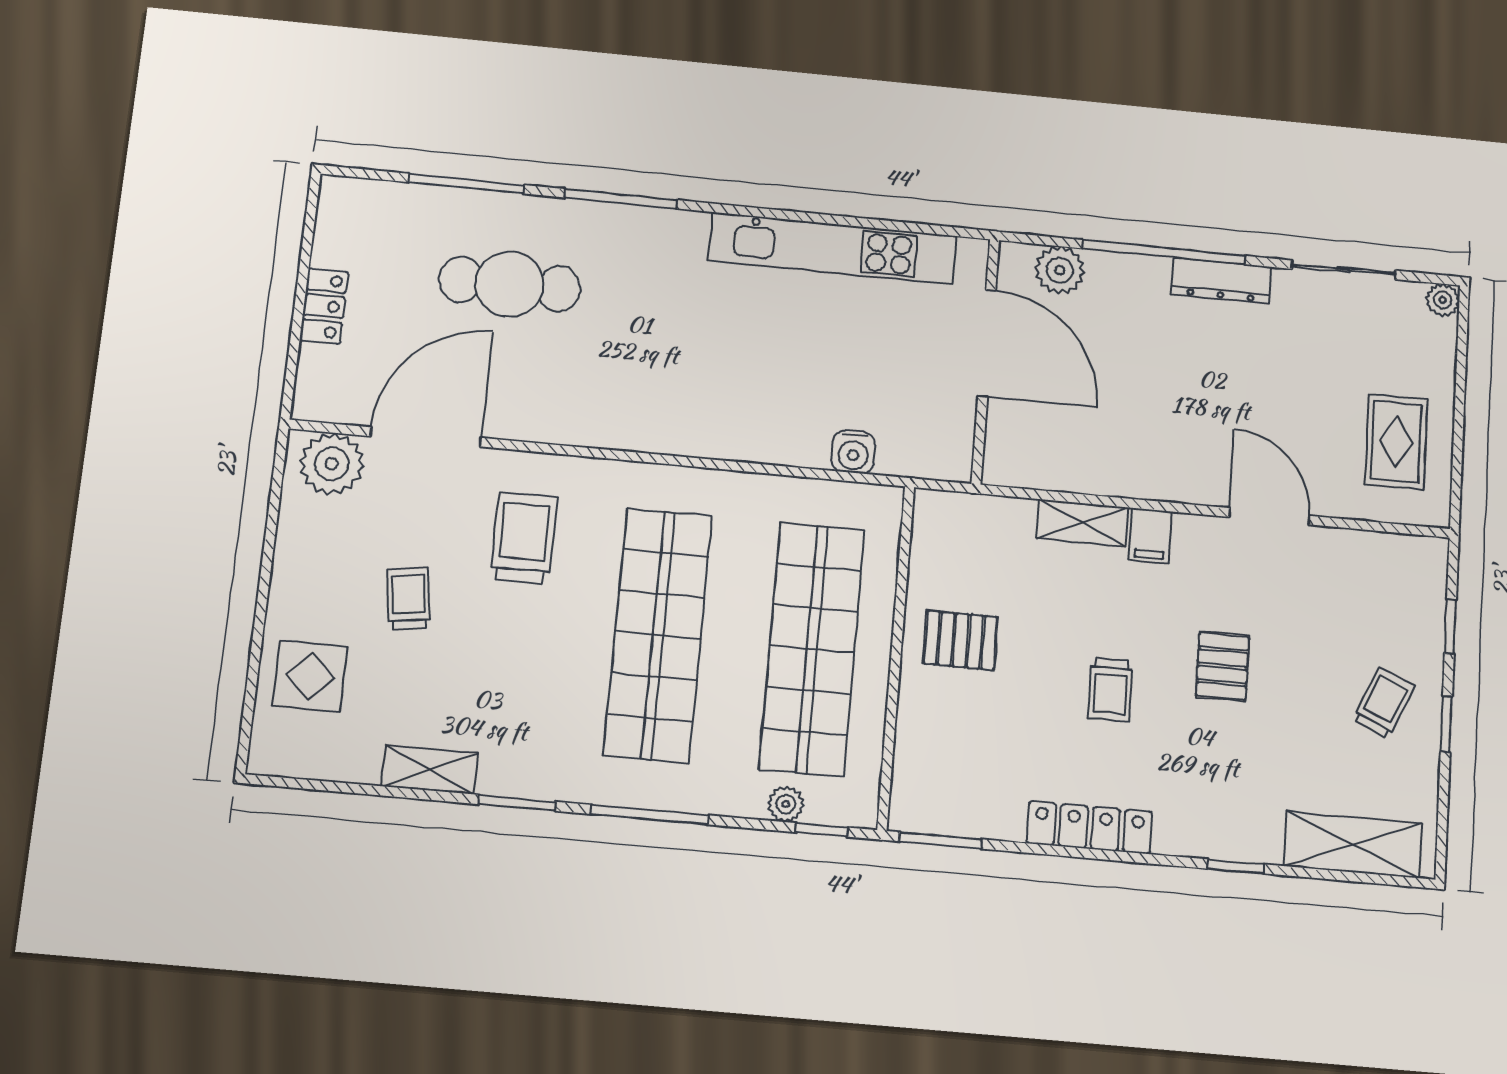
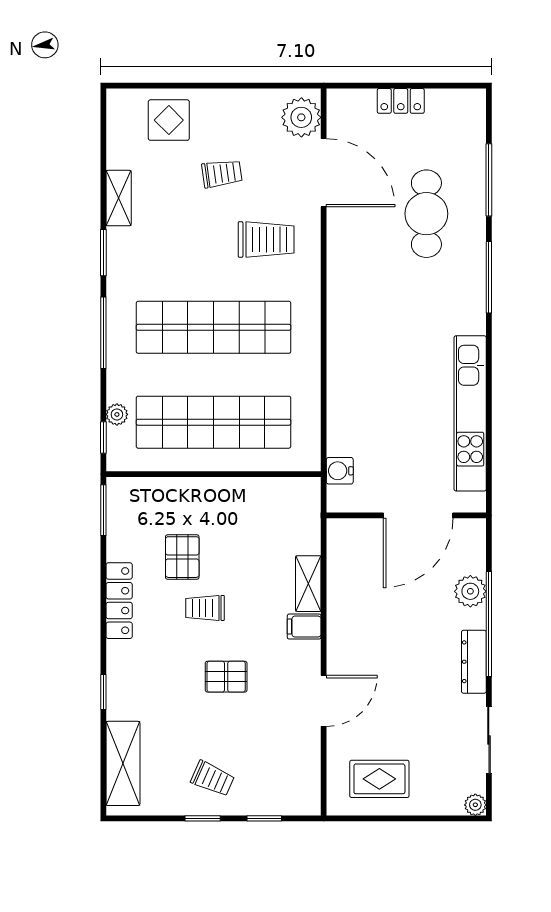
plant: (1060, 270) -> (470, 591), moved
water cooler: (853, 452) -> (340, 471), moved
pallet: (961, 640) -> (182, 557), moved

